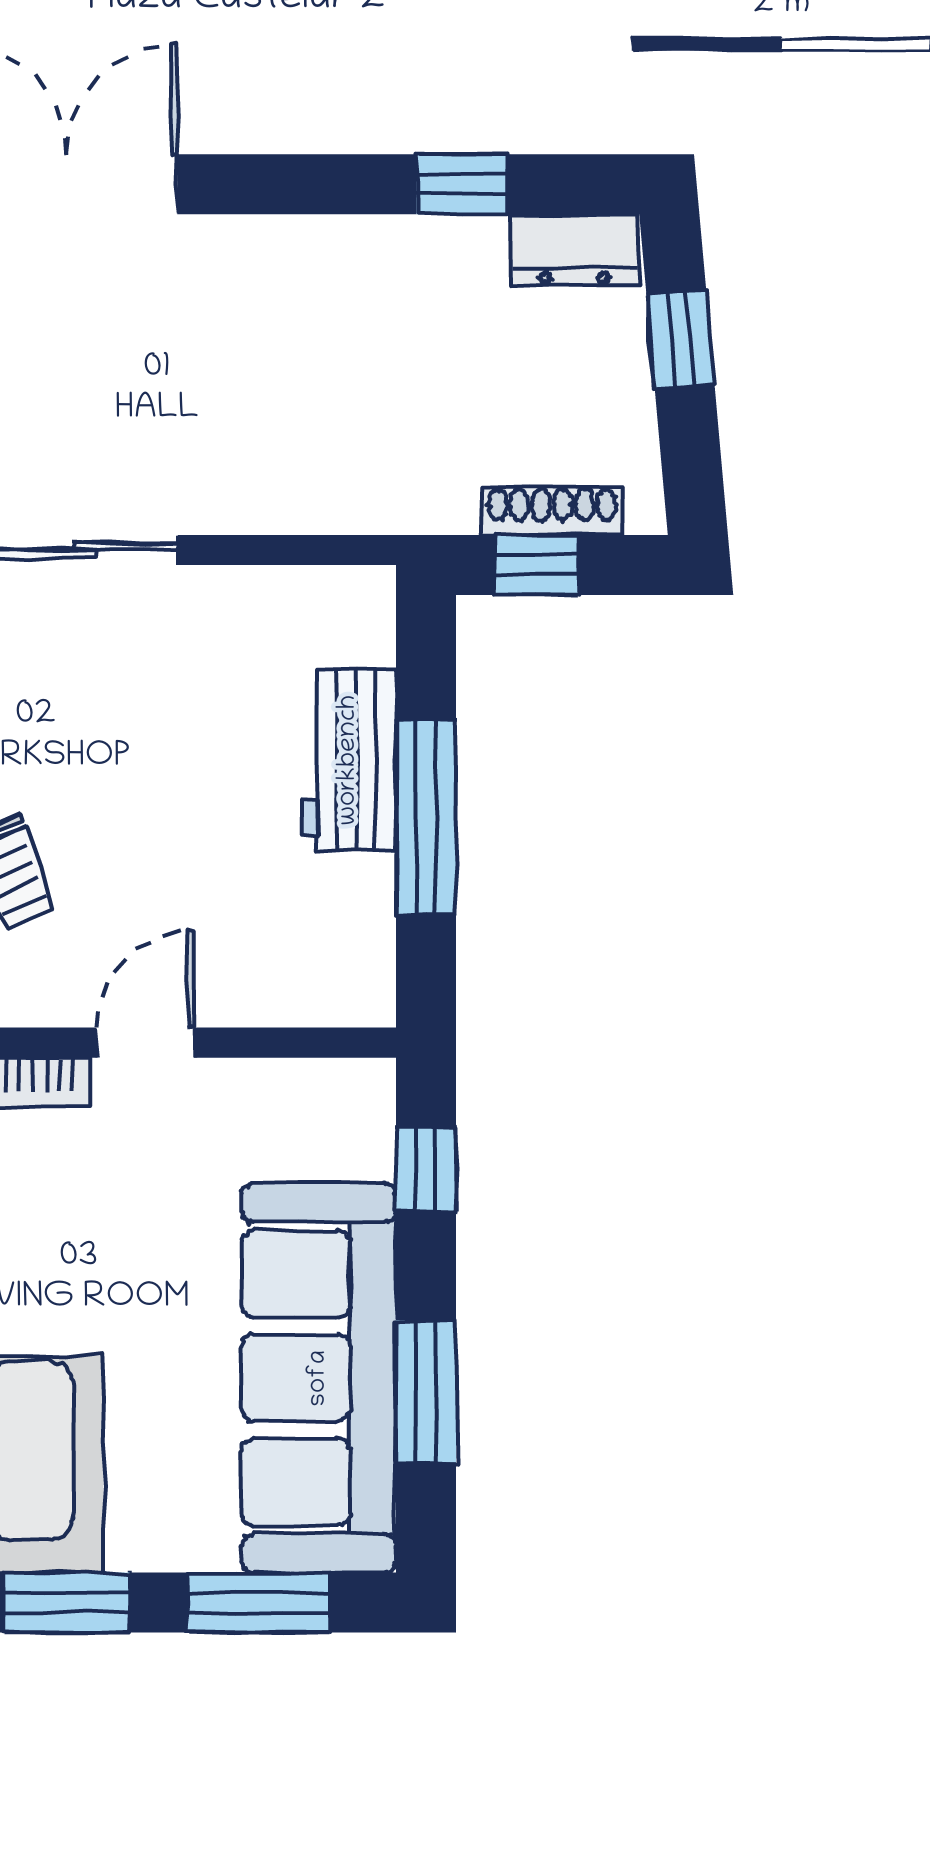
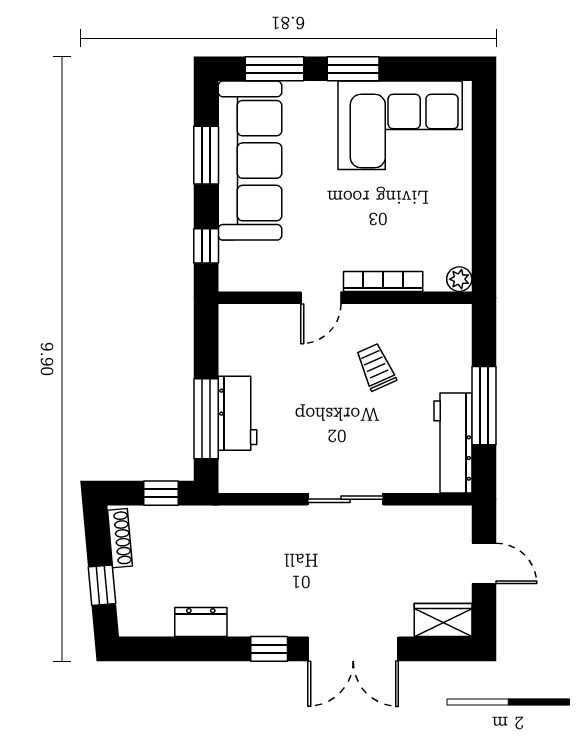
window: (462, 184) -> (269, 649), moved
dresser: (575, 250) -> (201, 622), moved
shoe rack: (552, 511) -> (120, 538), moved, turned -95
window: (426, 817) -> (206, 419), moved

